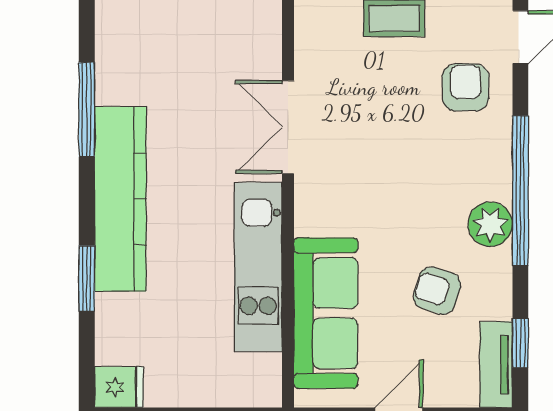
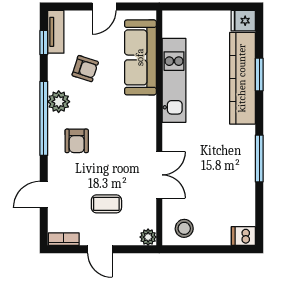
armchair: (465, 87) -> (77, 141), moved
double door: (288, 127) -> (159, 175), moved
kitchen counter: (120, 199) -> (242, 78), moved

